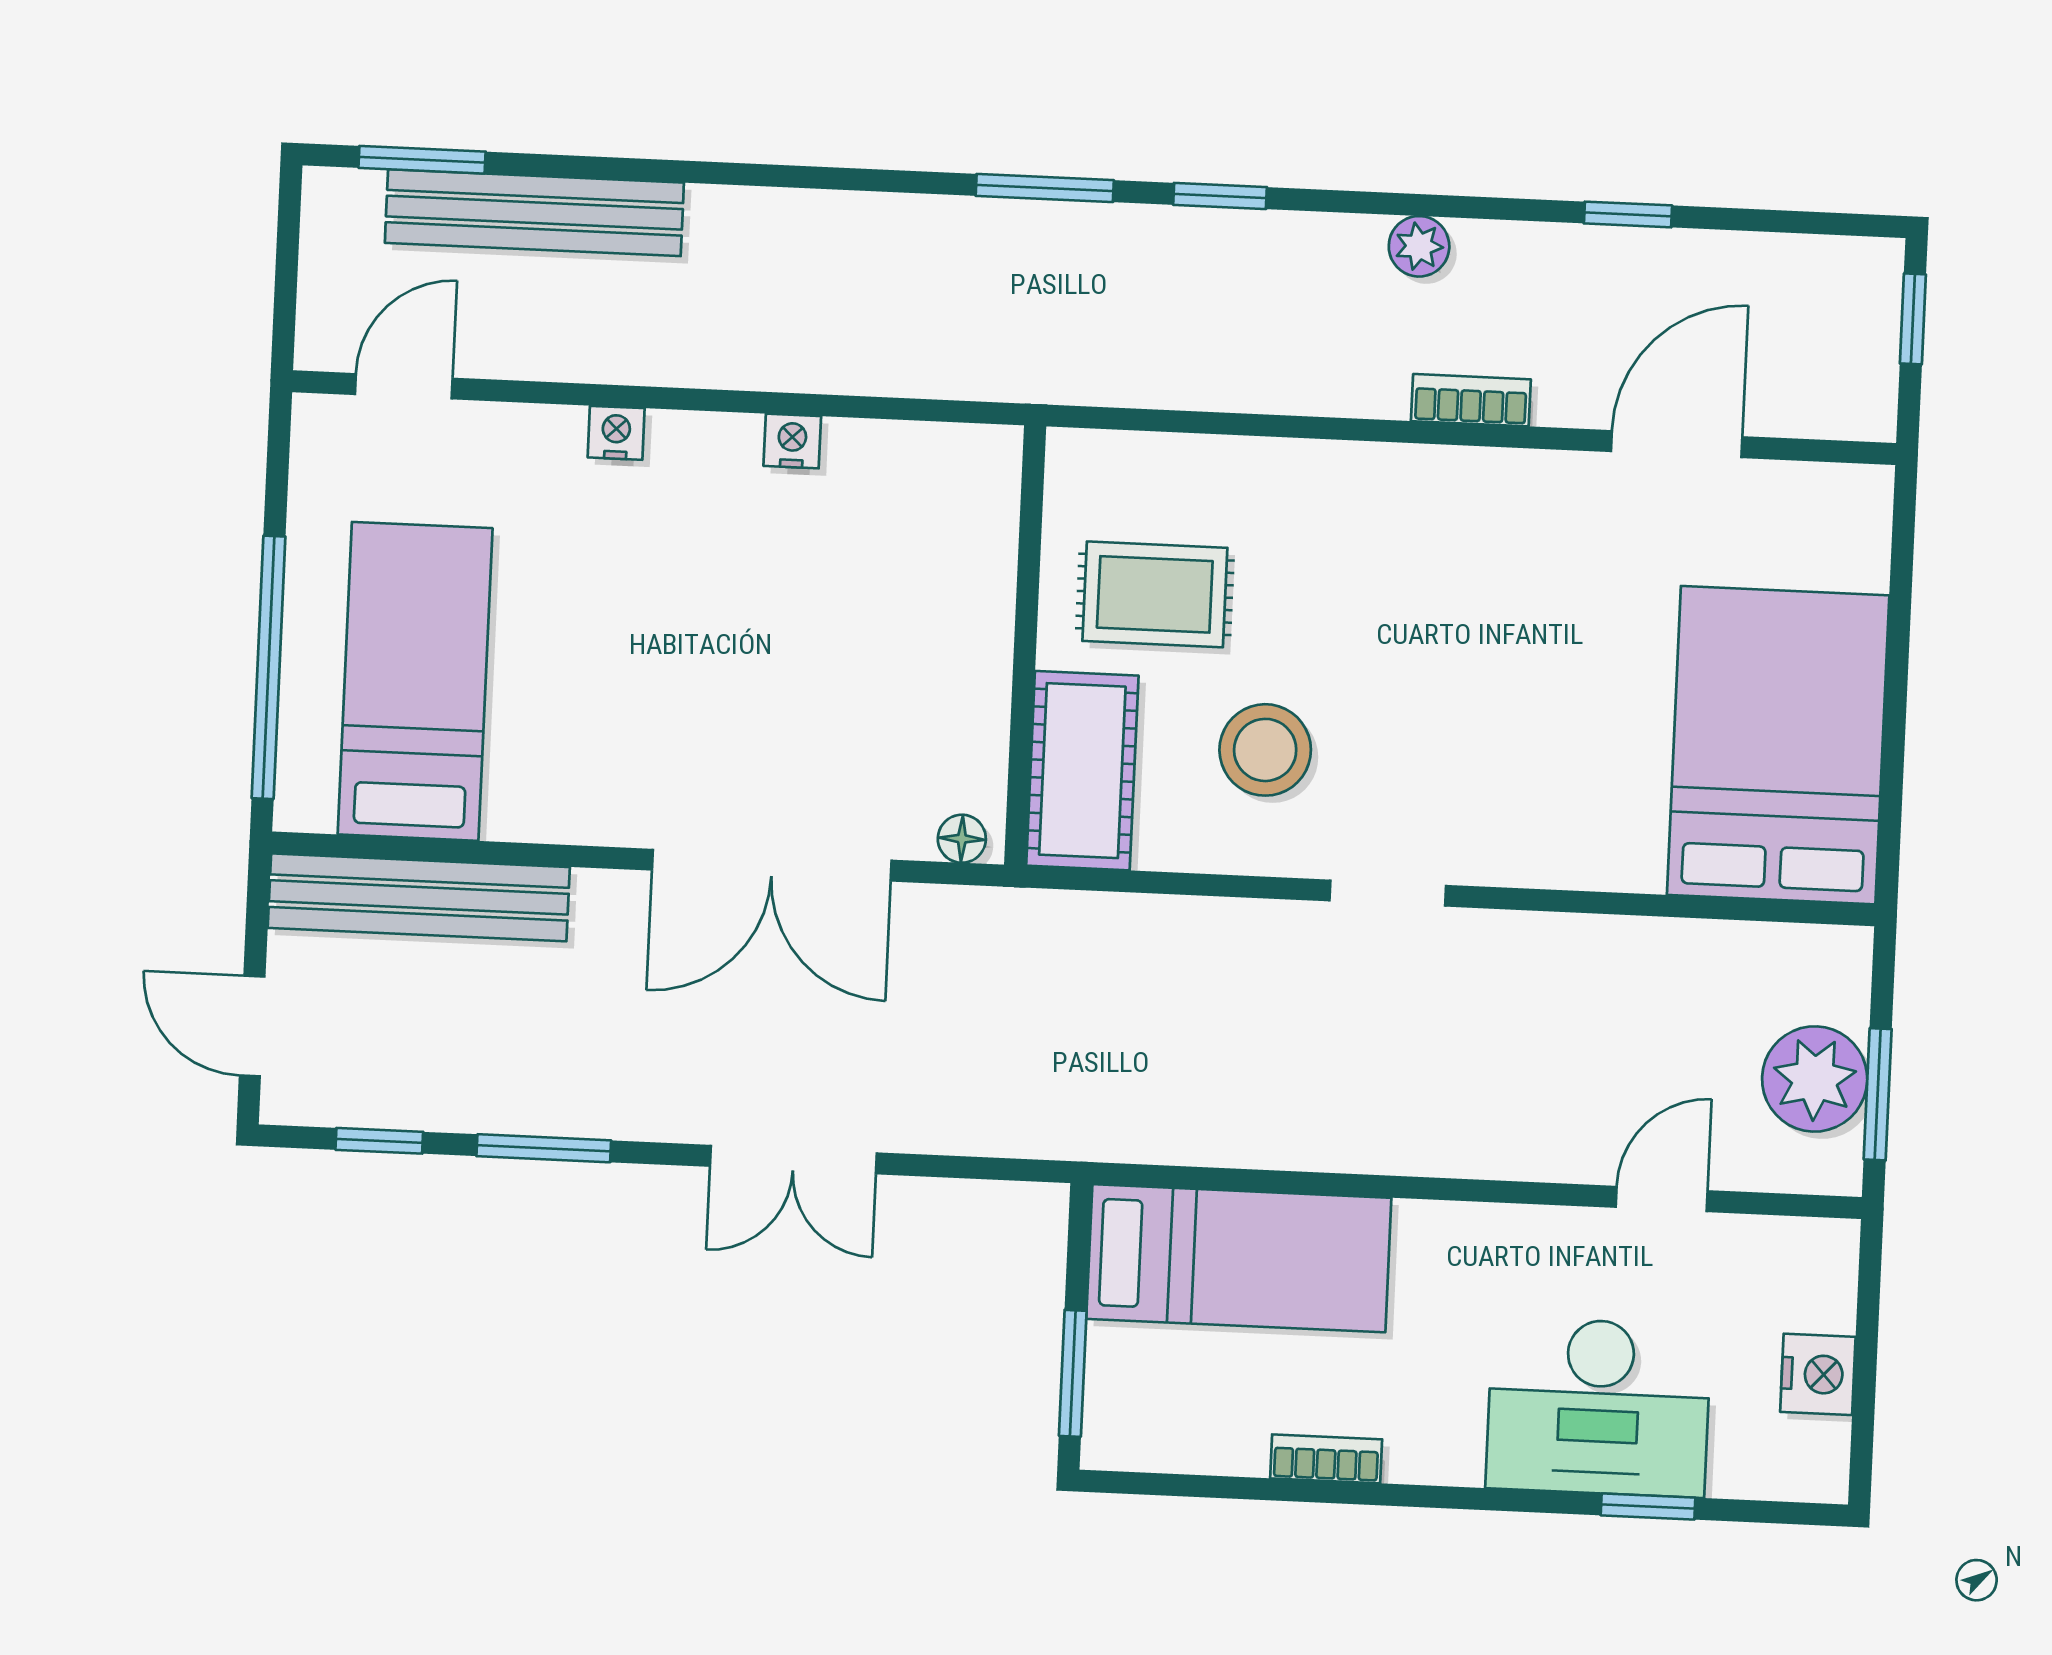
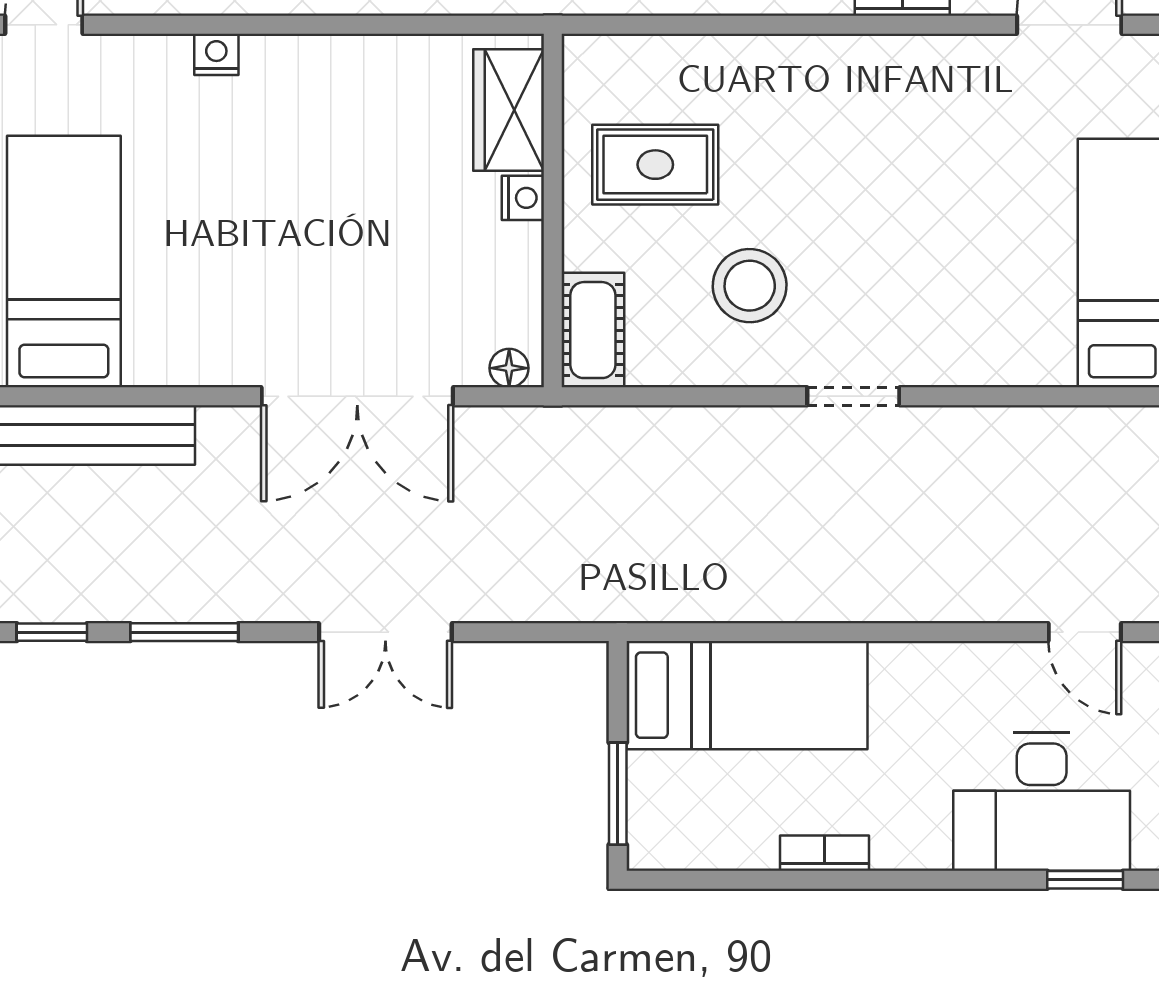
nightstand: (792, 441) -> (523, 198), moved, turned 90
wardrobe: (976, 518) -> (509, 110), added
cot: (1082, 771) -> (593, 330), width x0.73, depth x0.75
door: (1662, 1199) -> (1085, 632), swing flipped

